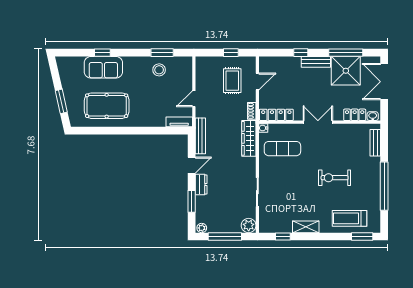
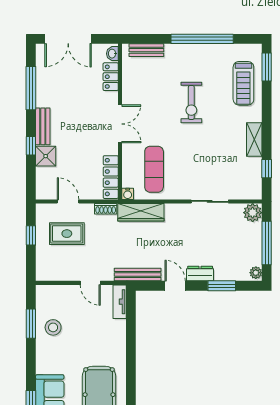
shower: (346, 71) -> (46, 156), moved, width x0.54, depth x0.54
double door: (318, 122) -> (120, 124), swing flipped

